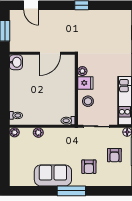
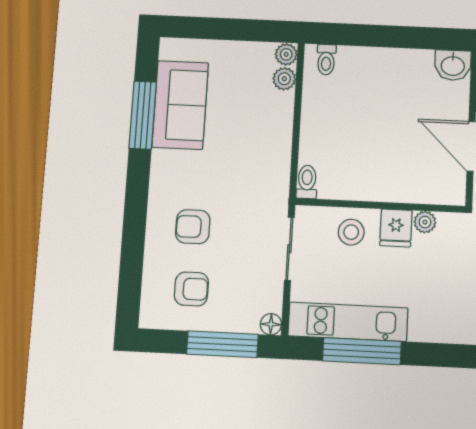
plant: (38, 133) -> (284, 79), moved
armchair: (114, 155) -> (191, 289), moved, turned 180
sofa: (53, 175) -> (180, 105), moved
window: (71, 191) -> (143, 115), moved

